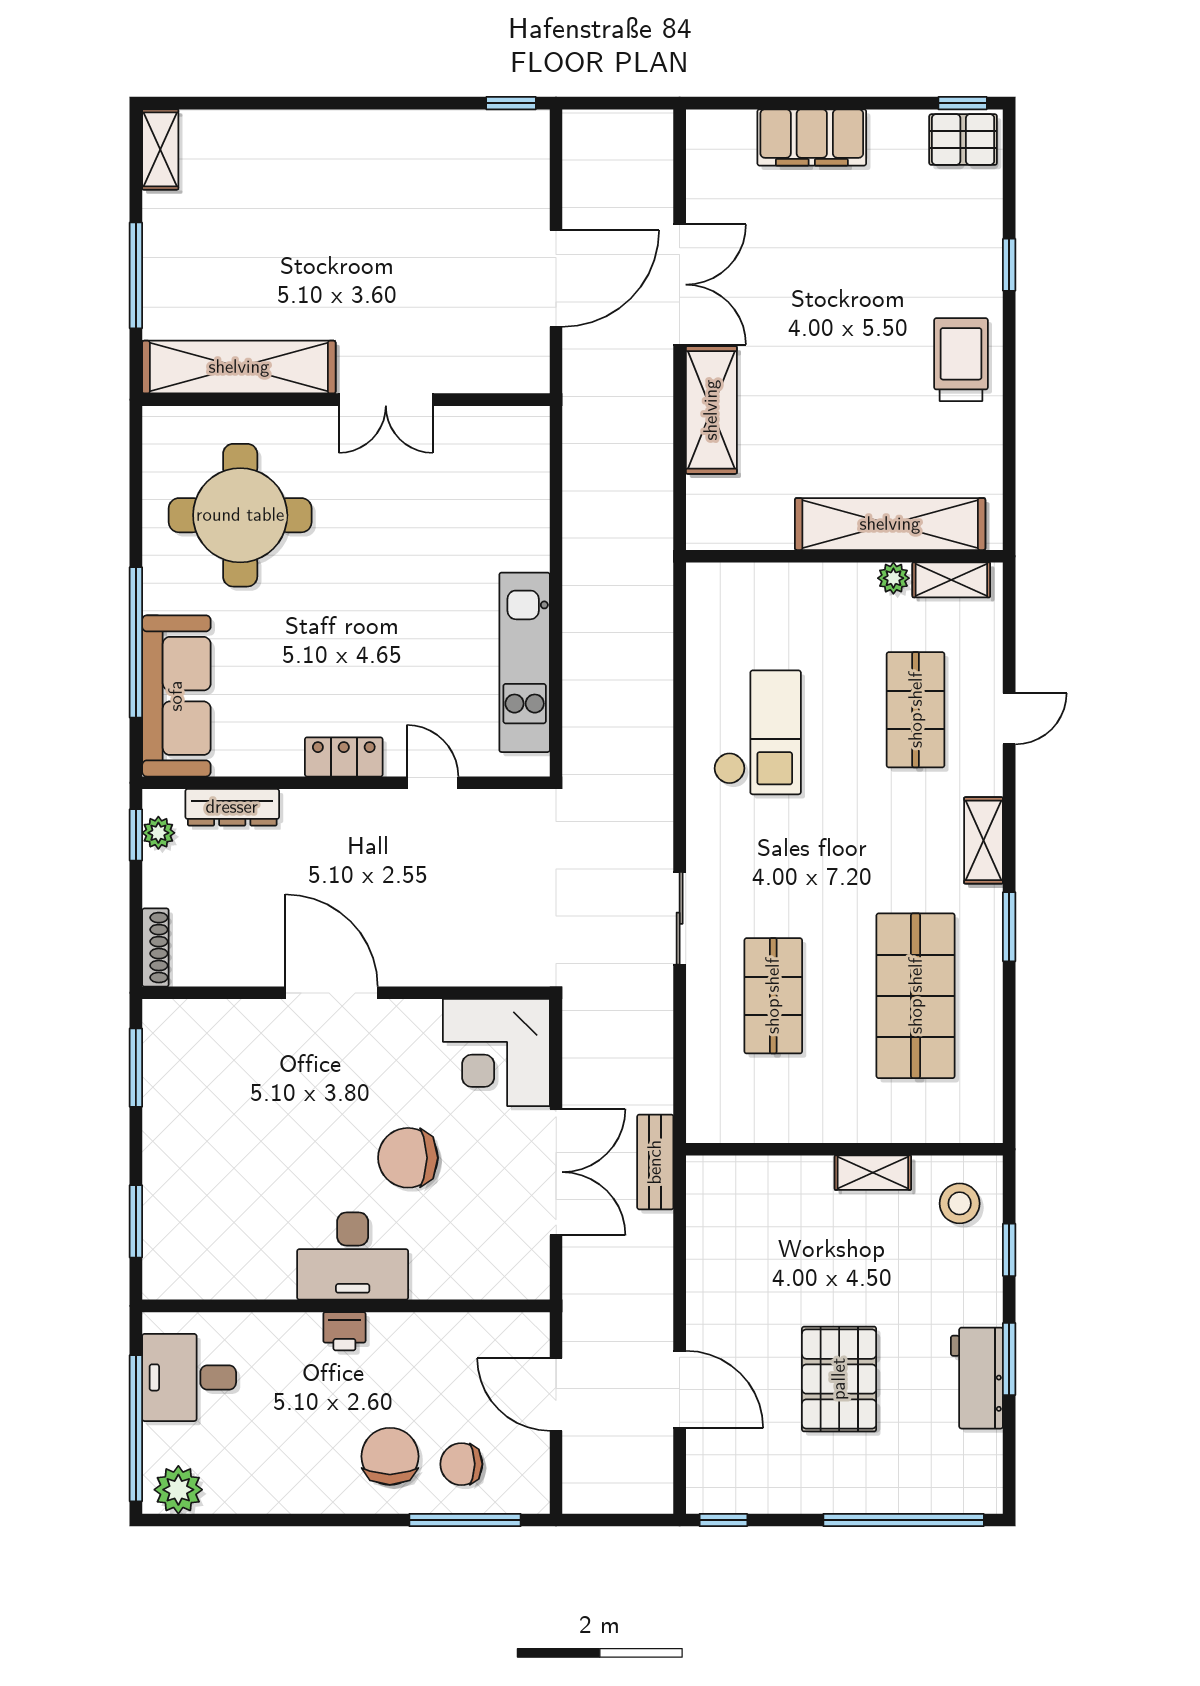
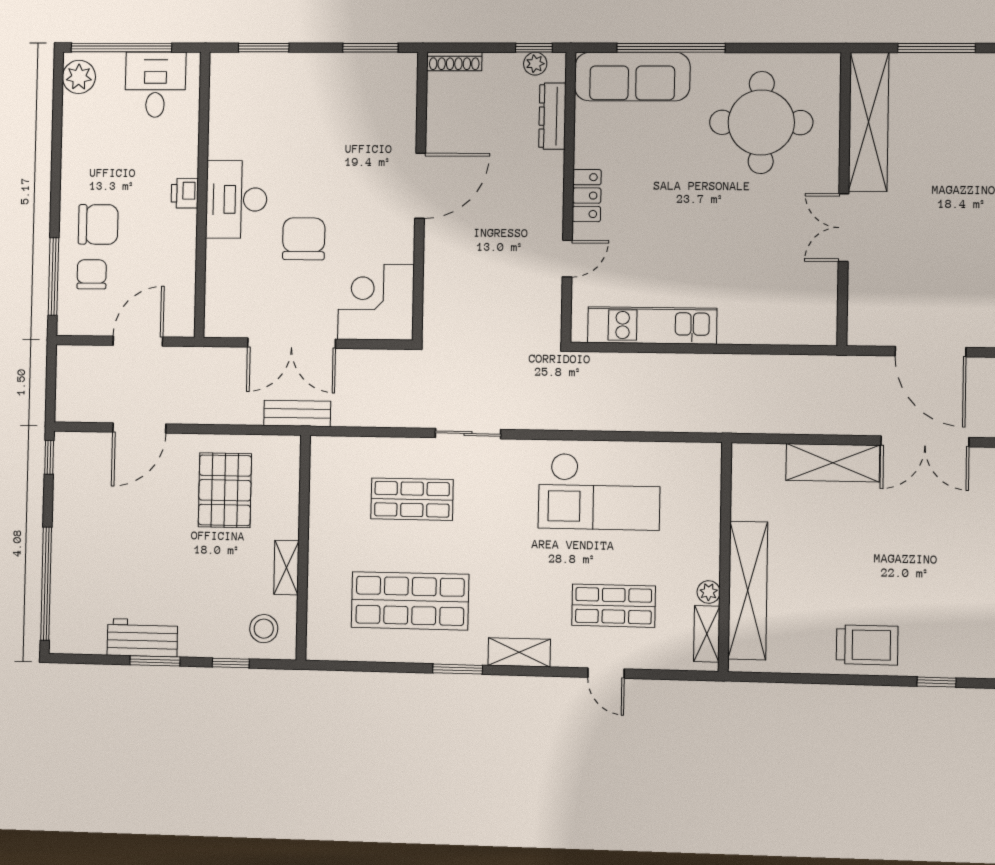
checkout: (757, 732) -> (599, 492), width x1.36, depth x1.21
pallet: (839, 1379) -> (225, 490), moved, turned 90

